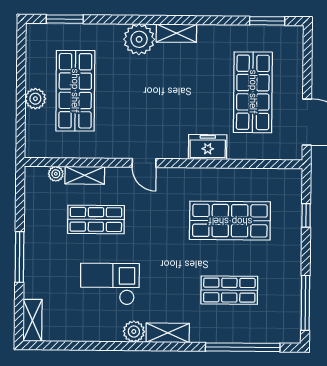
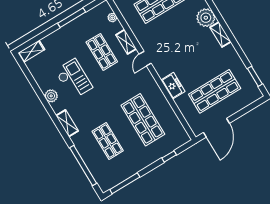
shelving: (85, 175) -> (126, 42), moved
window: (19, 257) -> (72, 18), moved
plant: (134, 332) -> (51, 96), moved

